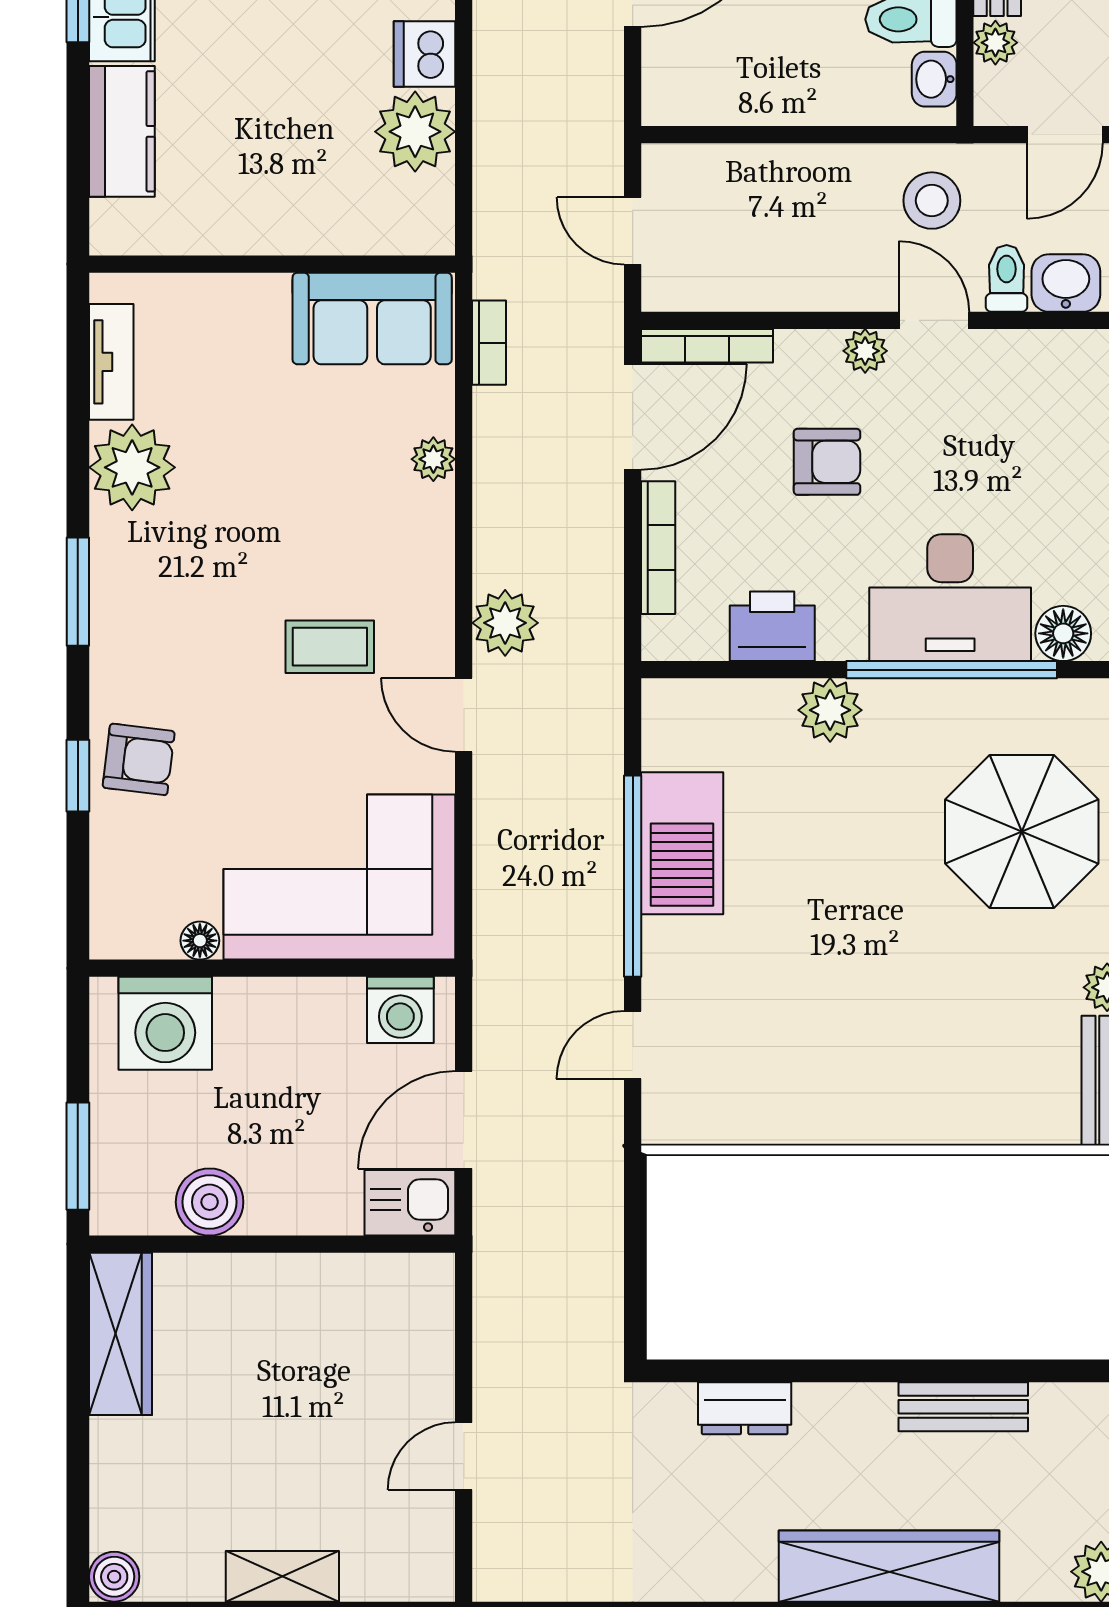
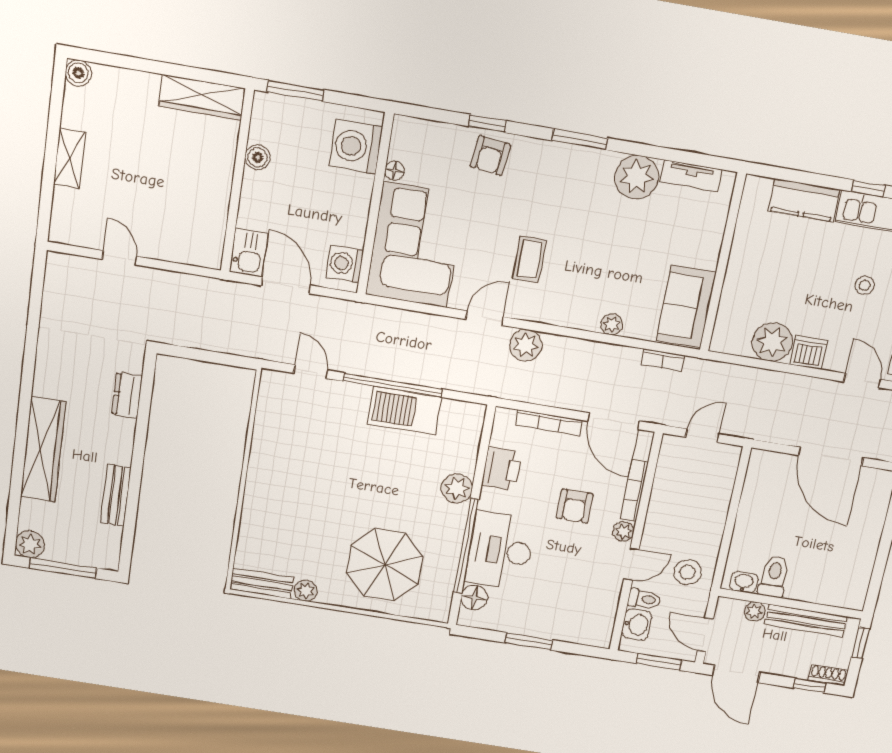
bookcase: (707, 346) -> (634, 490), moved
boiler: (210, 1202) -> (258, 157), width x0.73, depth x0.73

